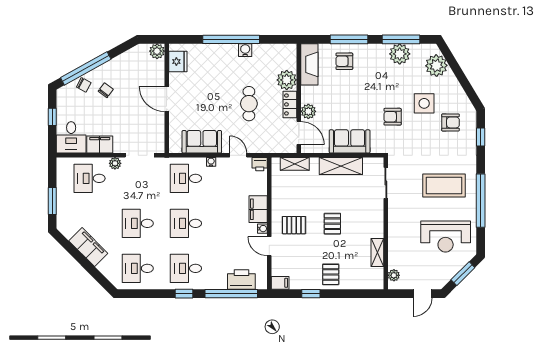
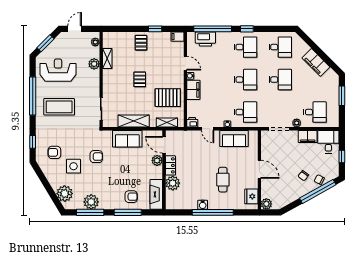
cafe table: (249, 104) -> (223, 180), moved
pallet: (294, 225) -> (168, 98), moved, width x1.50, depth x1.42
plant: (396, 245) -> (94, 64), added

